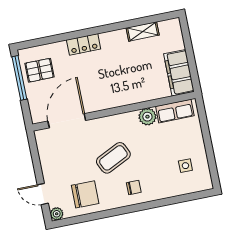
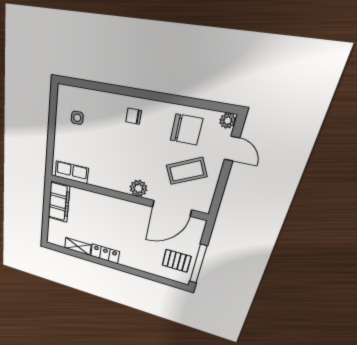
locker: (84, 44) -> (105, 254), moved
plant: (147, 117) -> (138, 188), moved
coffee table: (113, 158) -> (186, 171), moved
chair: (85, 194) -> (186, 129), turned 180

